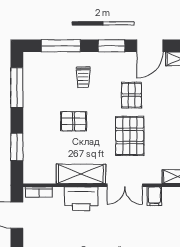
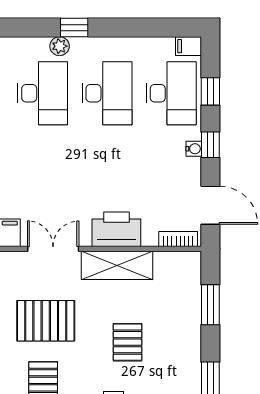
pallet: (74, 121) -> (128, 342), turned 90
pallet: (130, 136) -> (46, 321), turned 90

